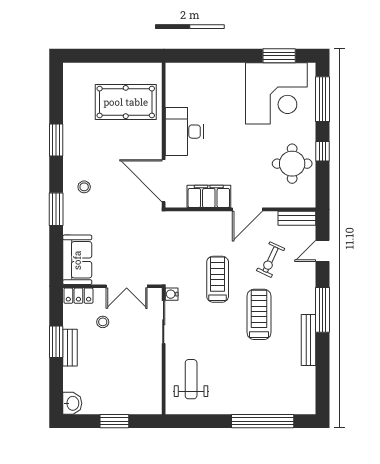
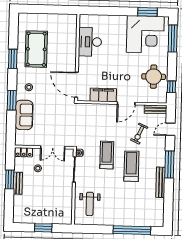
pool table: (126, 102) -> (36, 49), moved, turned 90
desk: (184, 132) -> (90, 42), moved
window: (322, 151) -> (171, 87), moved
sofa: (77, 260) -> (24, 115), moved
treadmill: (218, 279) -> (107, 155), moved
weight bench: (191, 379) -> (90, 204), turned 180
washbasin: (72, 403) -> (18, 216), removed

